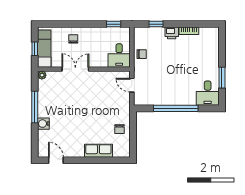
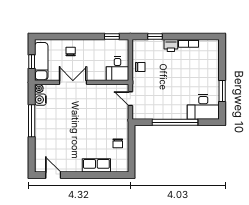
desk: (208, 93) -> (203, 107), width x1.37
water cooler: (43, 124) -> (40, 100), moved

